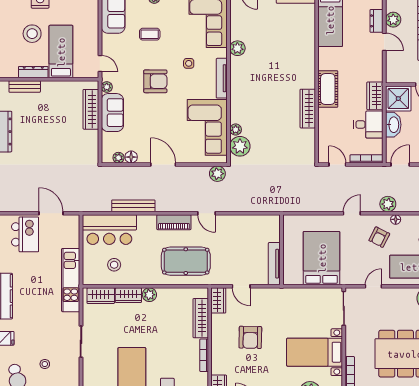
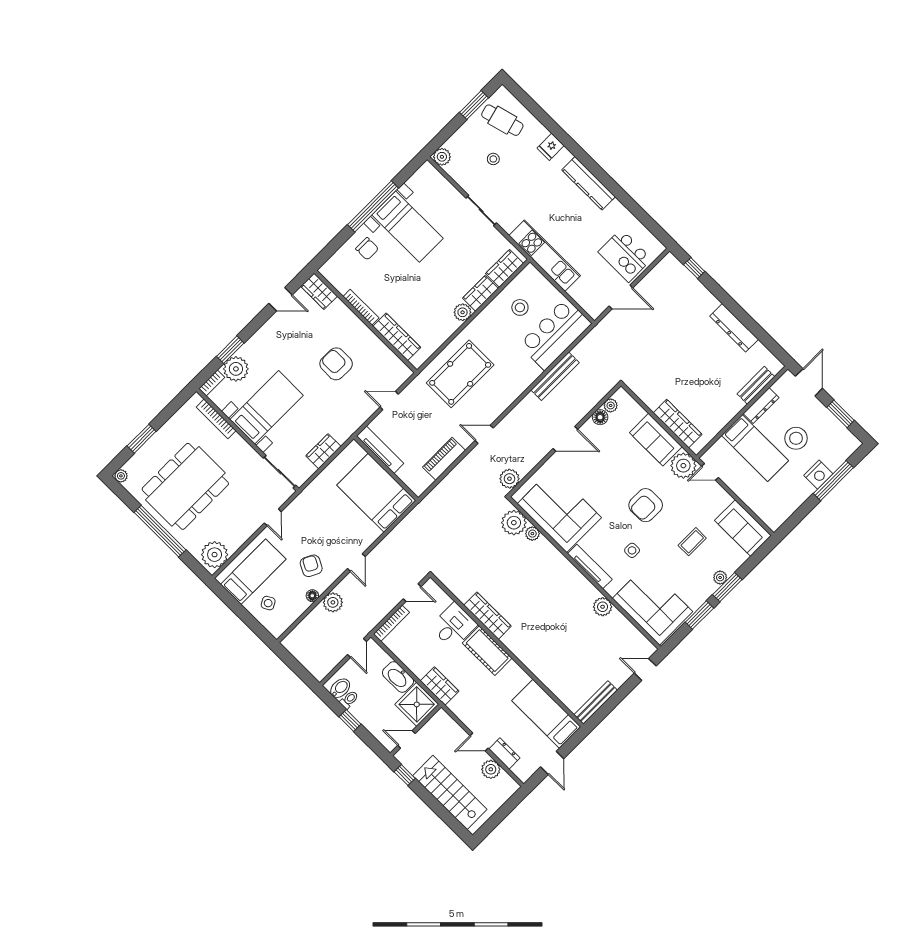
plant: (107, 87) -> (683, 466), width x1.87, depth x1.87
desk: (368, 124) -> (454, 626), moved, turned 180
piano: (174, 222) -> (444, 459), moved
bed: (322, 258) -> (376, 493), moved, turned 180
wardrobe: (218, 300) -> (323, 451), moved, turned 90

